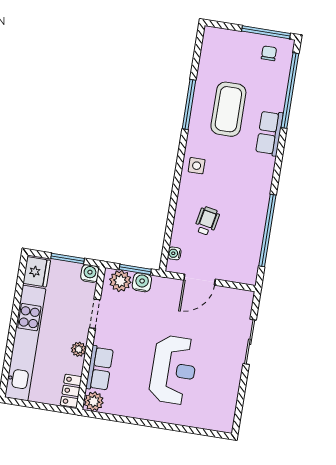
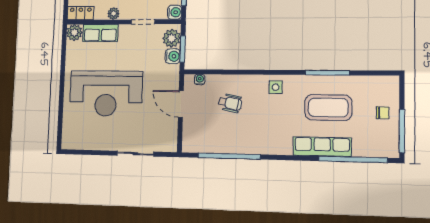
chair: (269, 53) -> (383, 113), moved
row of seats: (269, 133) -> (322, 147), width x1.48
reception desk: (174, 370) -> (106, 93), width x1.36, depth x1.30

